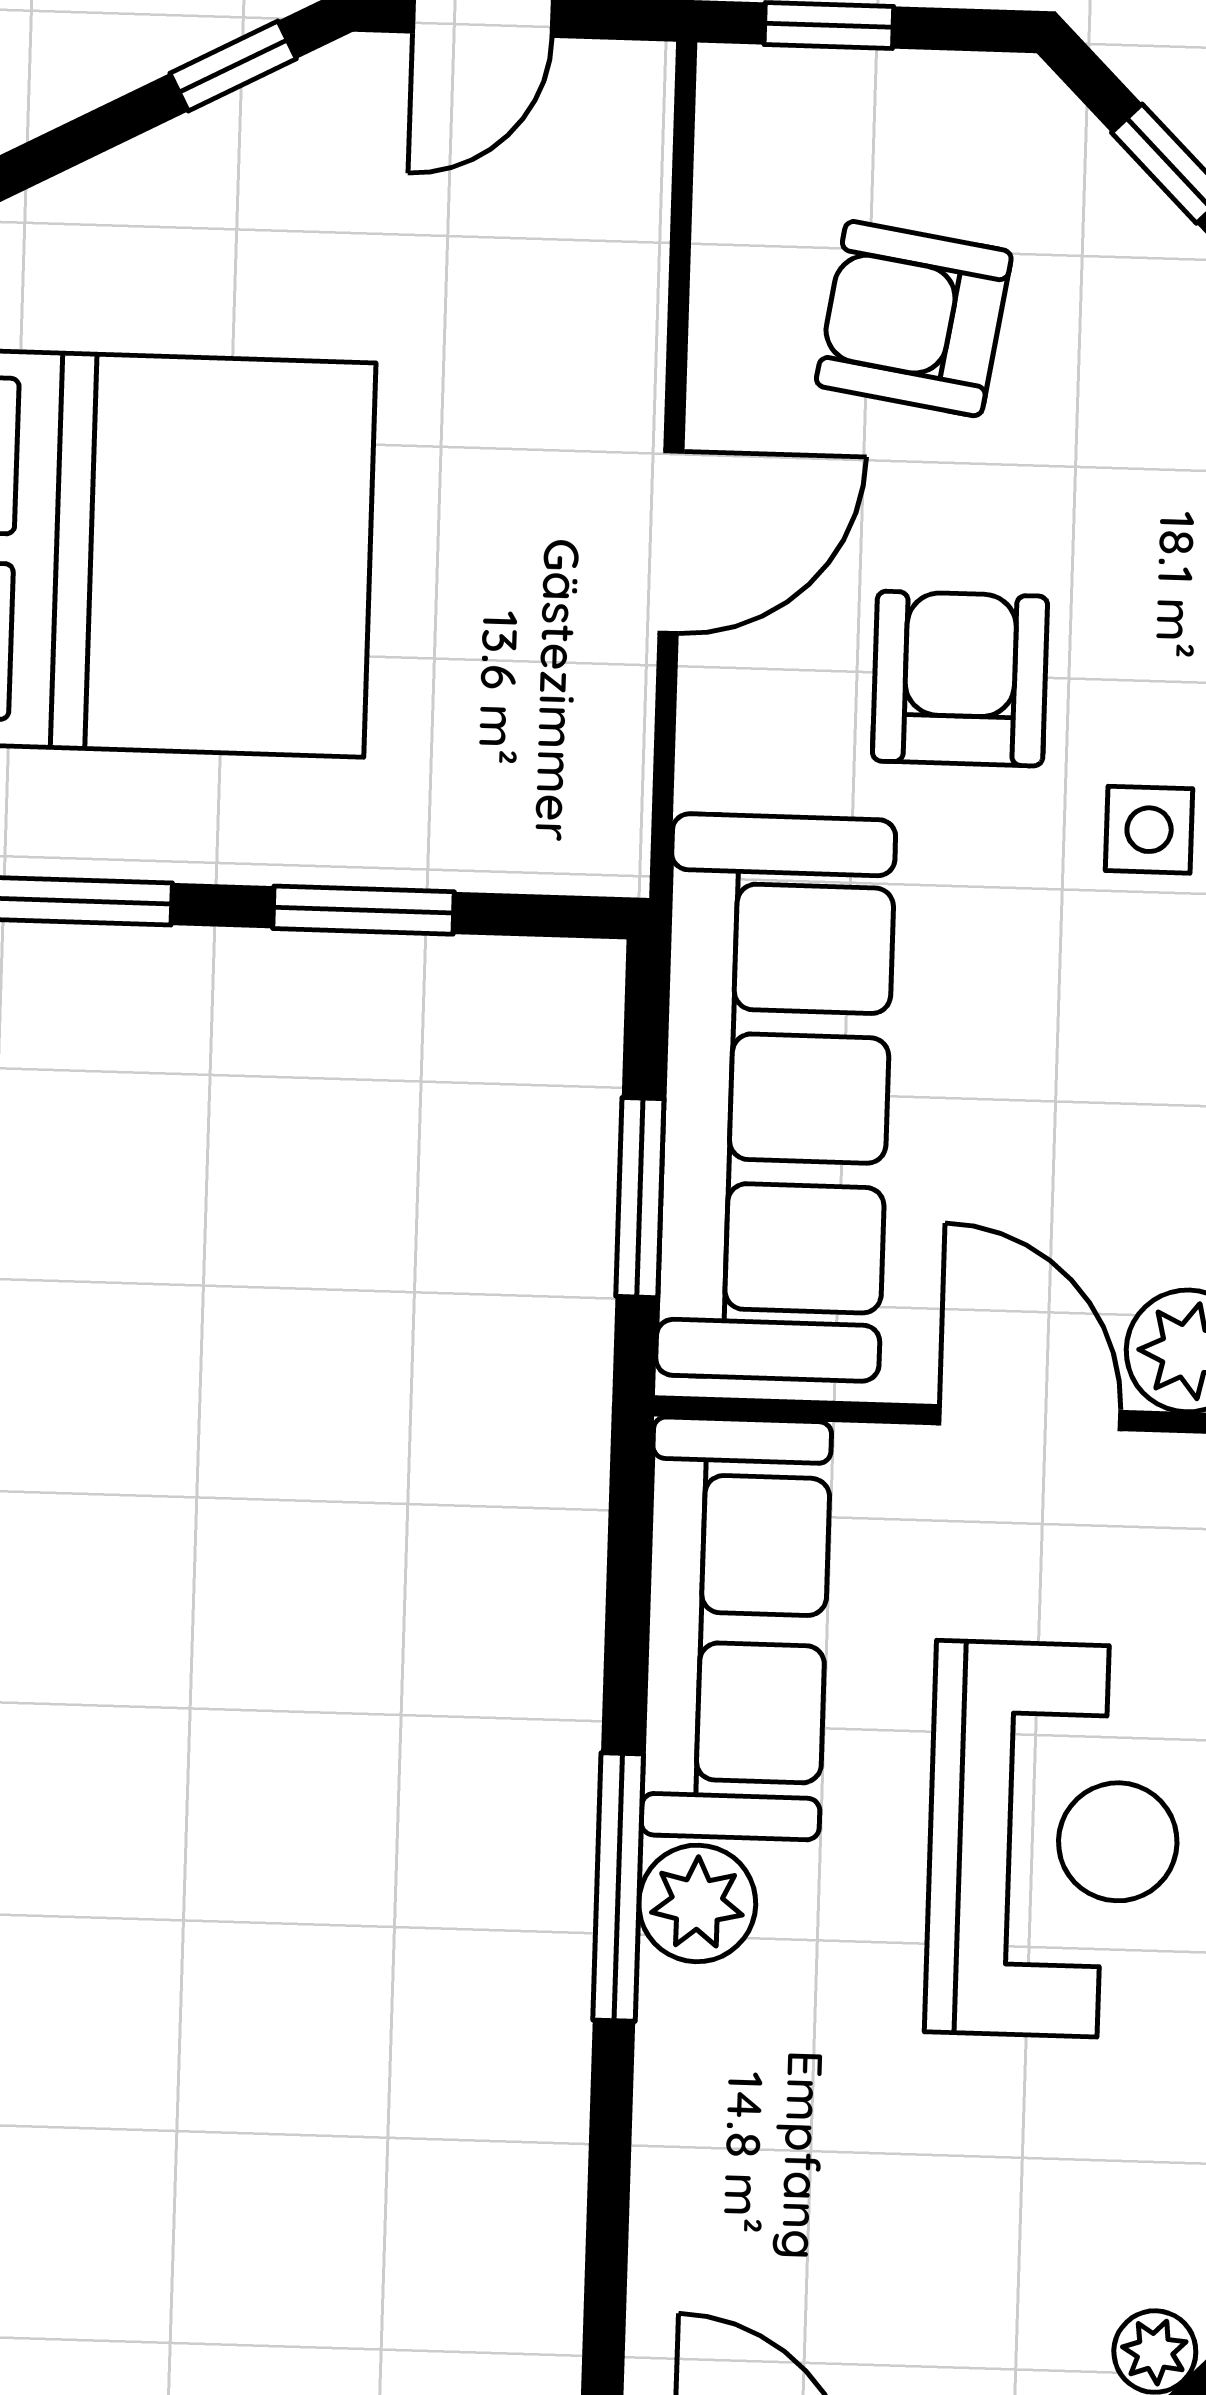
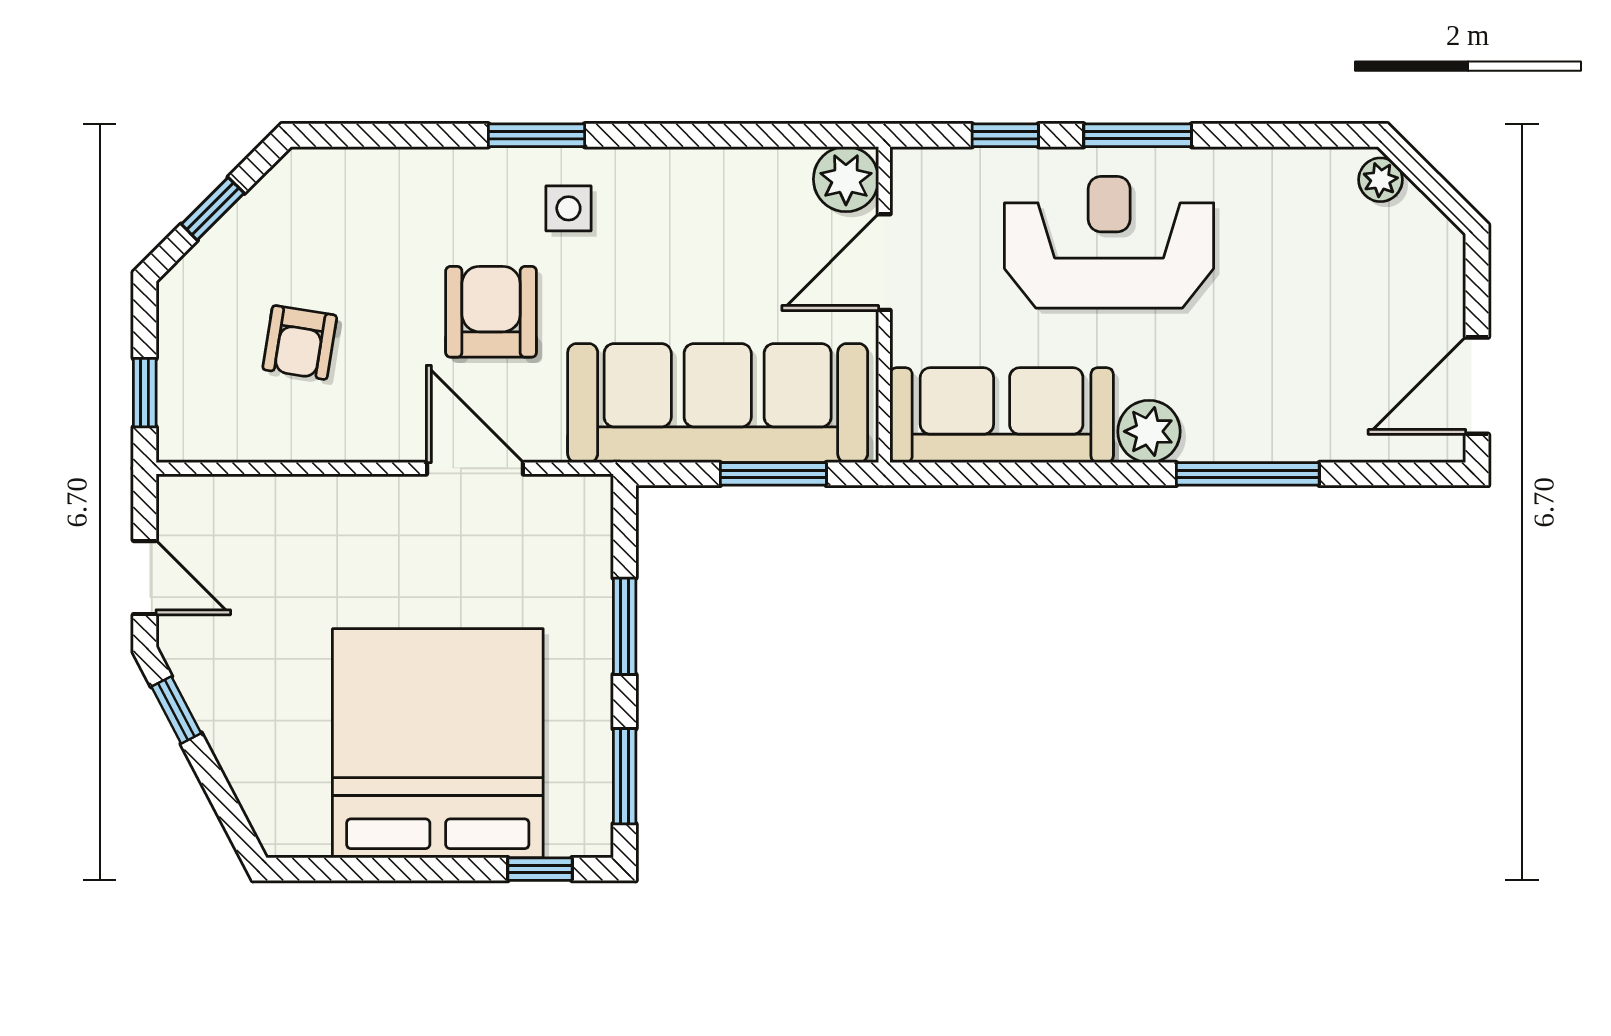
armchair: (914, 319) -> (300, 342), width x0.72, depth x0.72
door: (671, 542) -> (475, 468), moved
armchair: (960, 679) -> (491, 312), turned 90
window: (618, 1887) -> (1248, 474), moved

